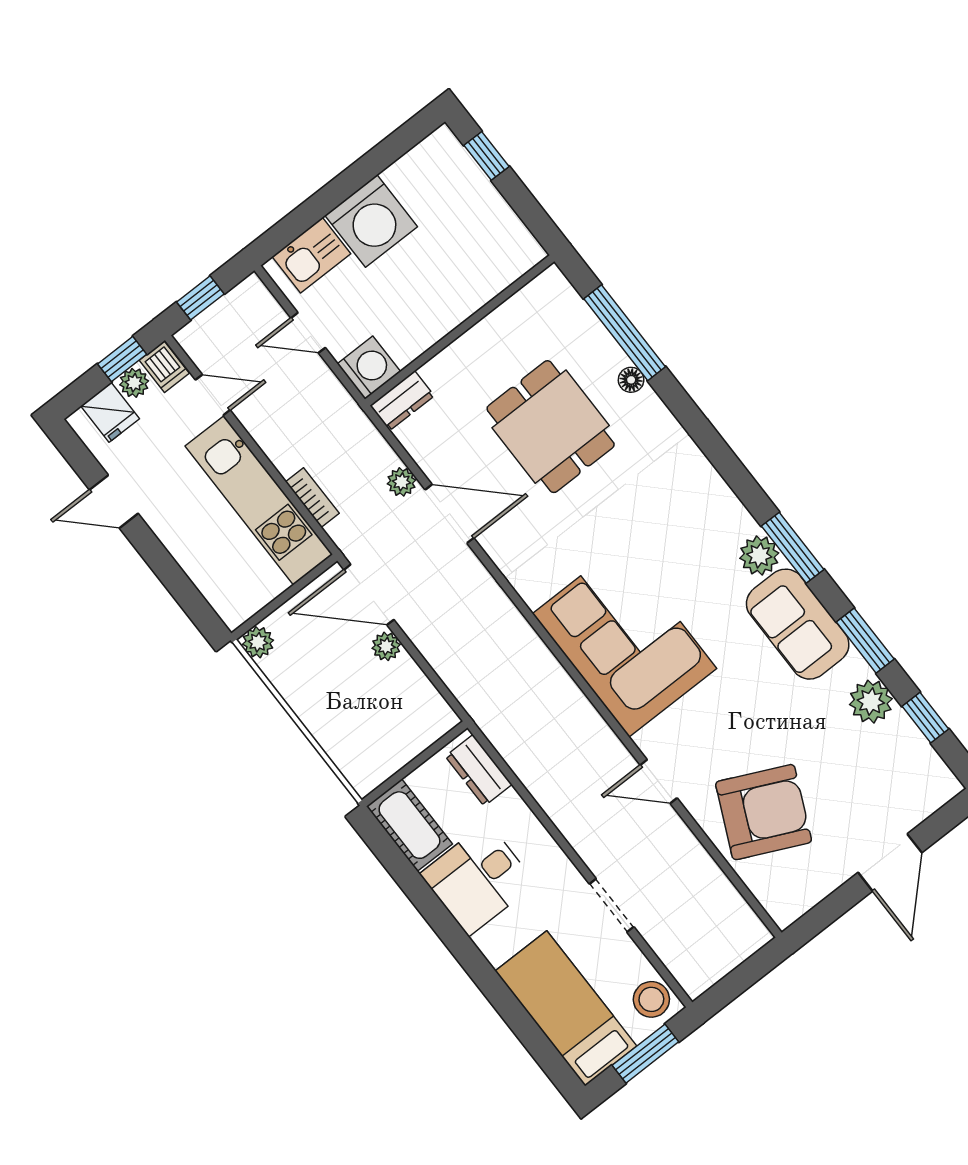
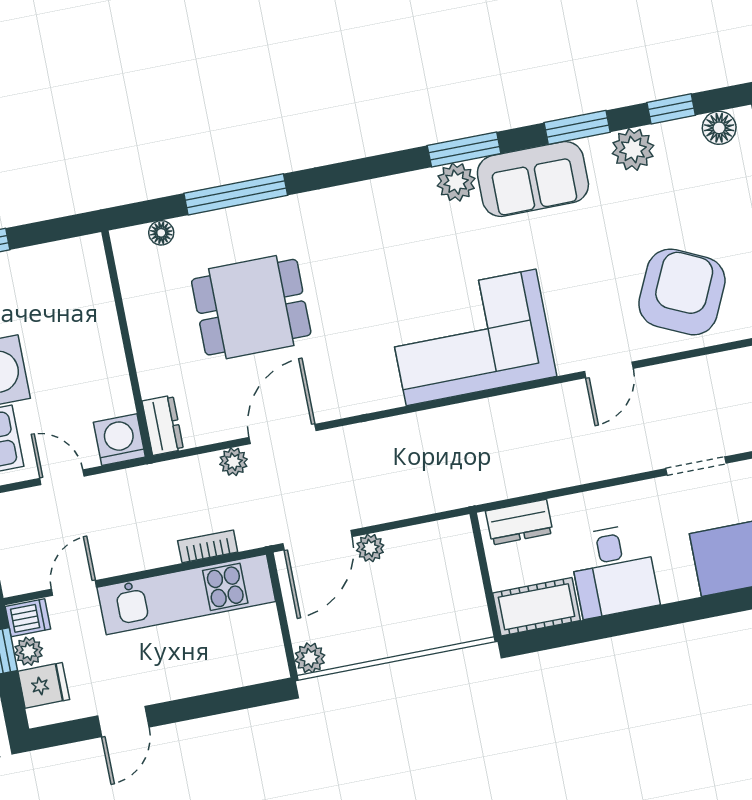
door: (308, 333) -> (62, 477), swing flipped
window: (625, 333) -> (236, 194), moved
floor lamp: (631, 380) -> (161, 233), moved
floor lamp: (930, 770) -> (719, 128), added

